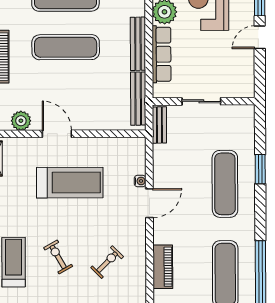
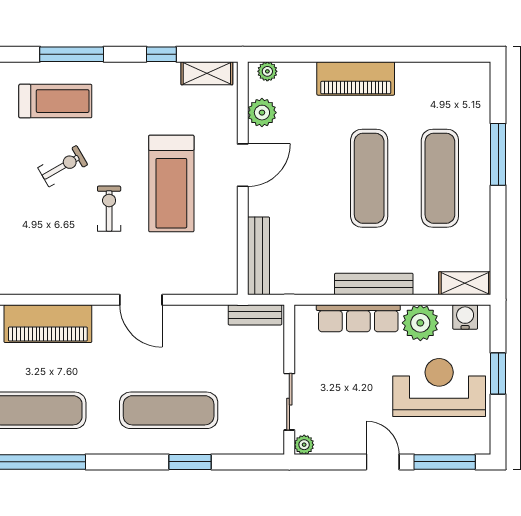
plant: (248, 91) -> (304, 445), added
bench: (138, 99) -> (259, 256), moved, turned 90
sliding door: (201, 101) -> (289, 402), moved
water cooler: (140, 181) -> (173, 286), removed
exercise bike: (107, 262) -> (109, 209), moved, turned -135
piano: (163, 267) -> (48, 324), width x1.37, depth x1.33

